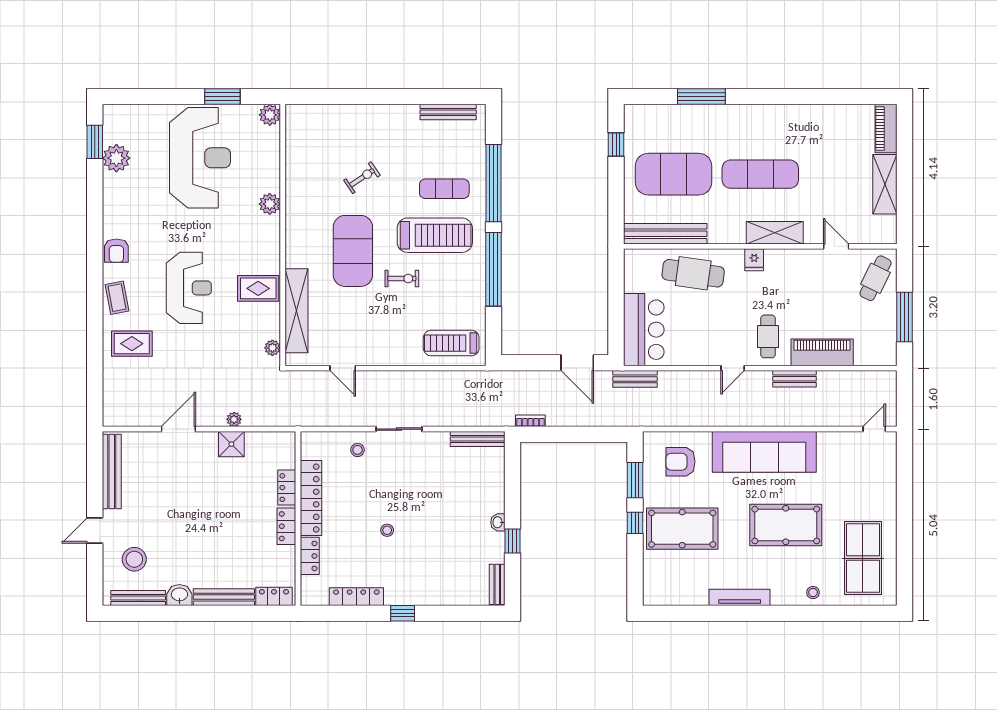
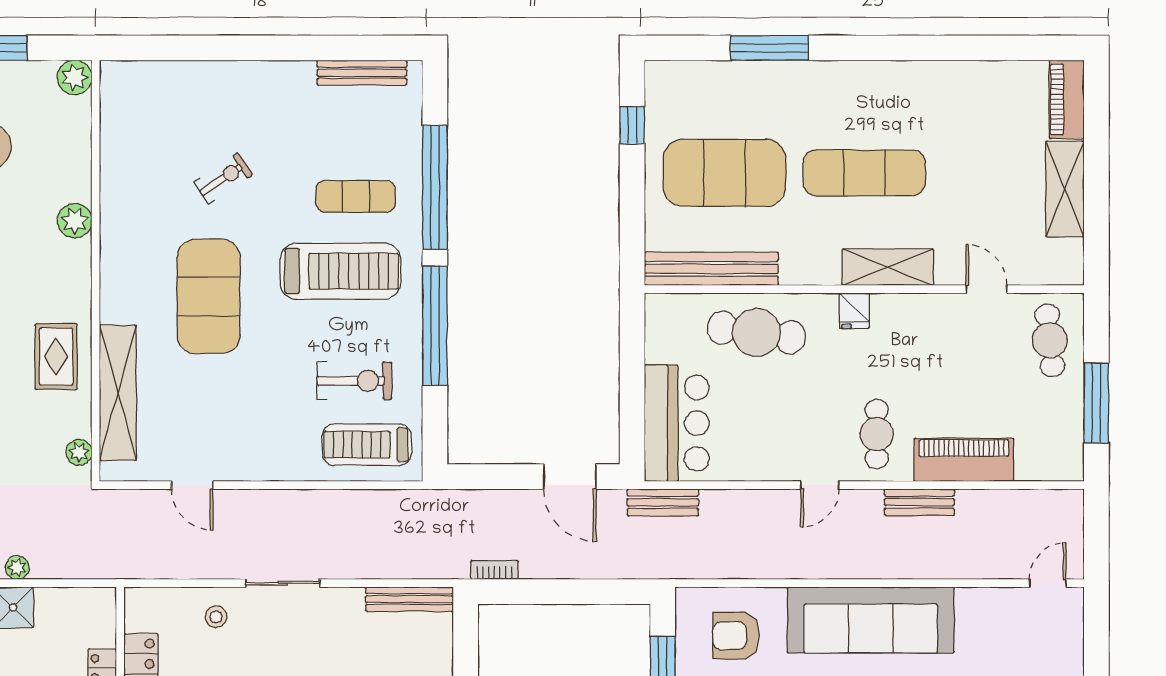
cafe table: (876, 278) -> (1050, 340), turned -32
exercise bike: (402, 279) -> (354, 381), moved, width x1.38, depth x1.39
rug: (258, 288) -> (56, 357), turned 90

